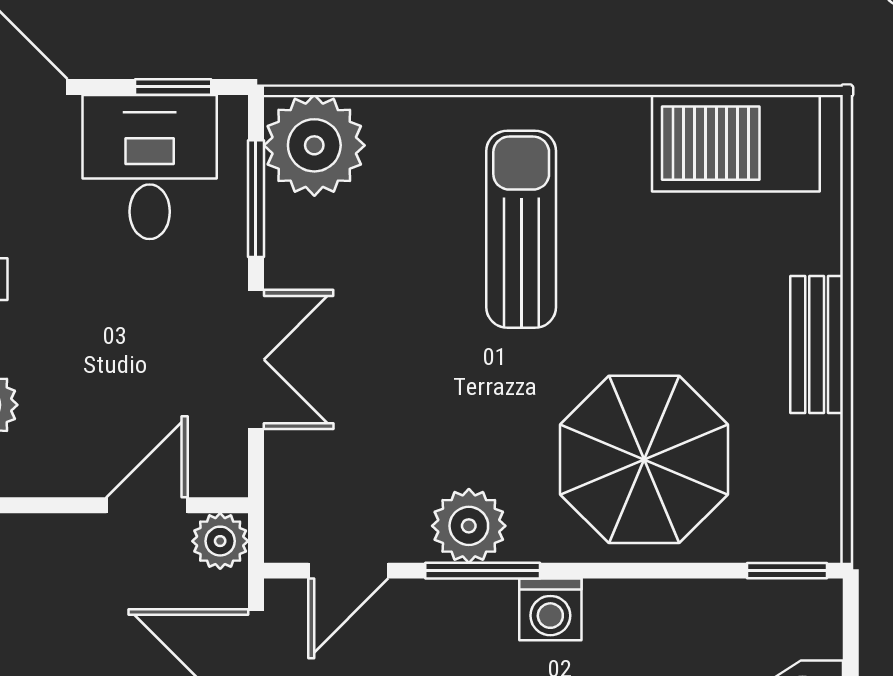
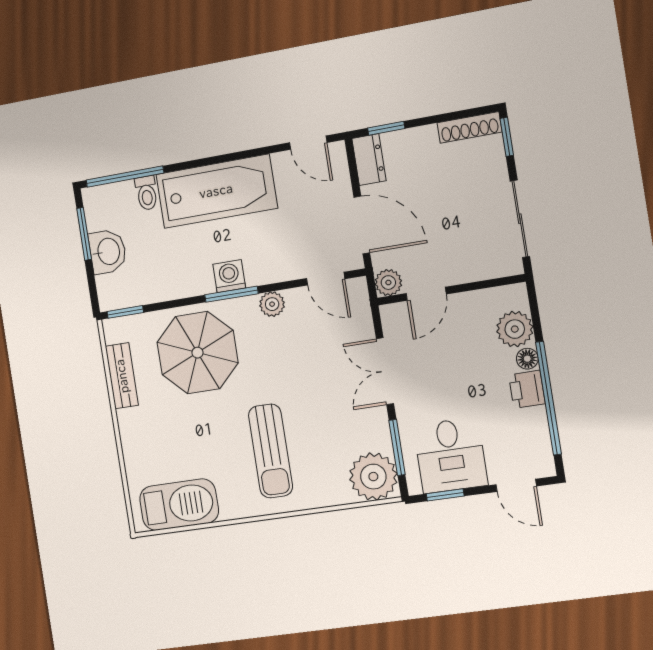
bench: (817, 345) -> (122, 376), moved
plant: (469, 526) -> (272, 304), width x0.73, depth x0.73
door: (348, 571) -> (326, 279), swing flipped
window: (483, 571) -> (231, 294), moved

